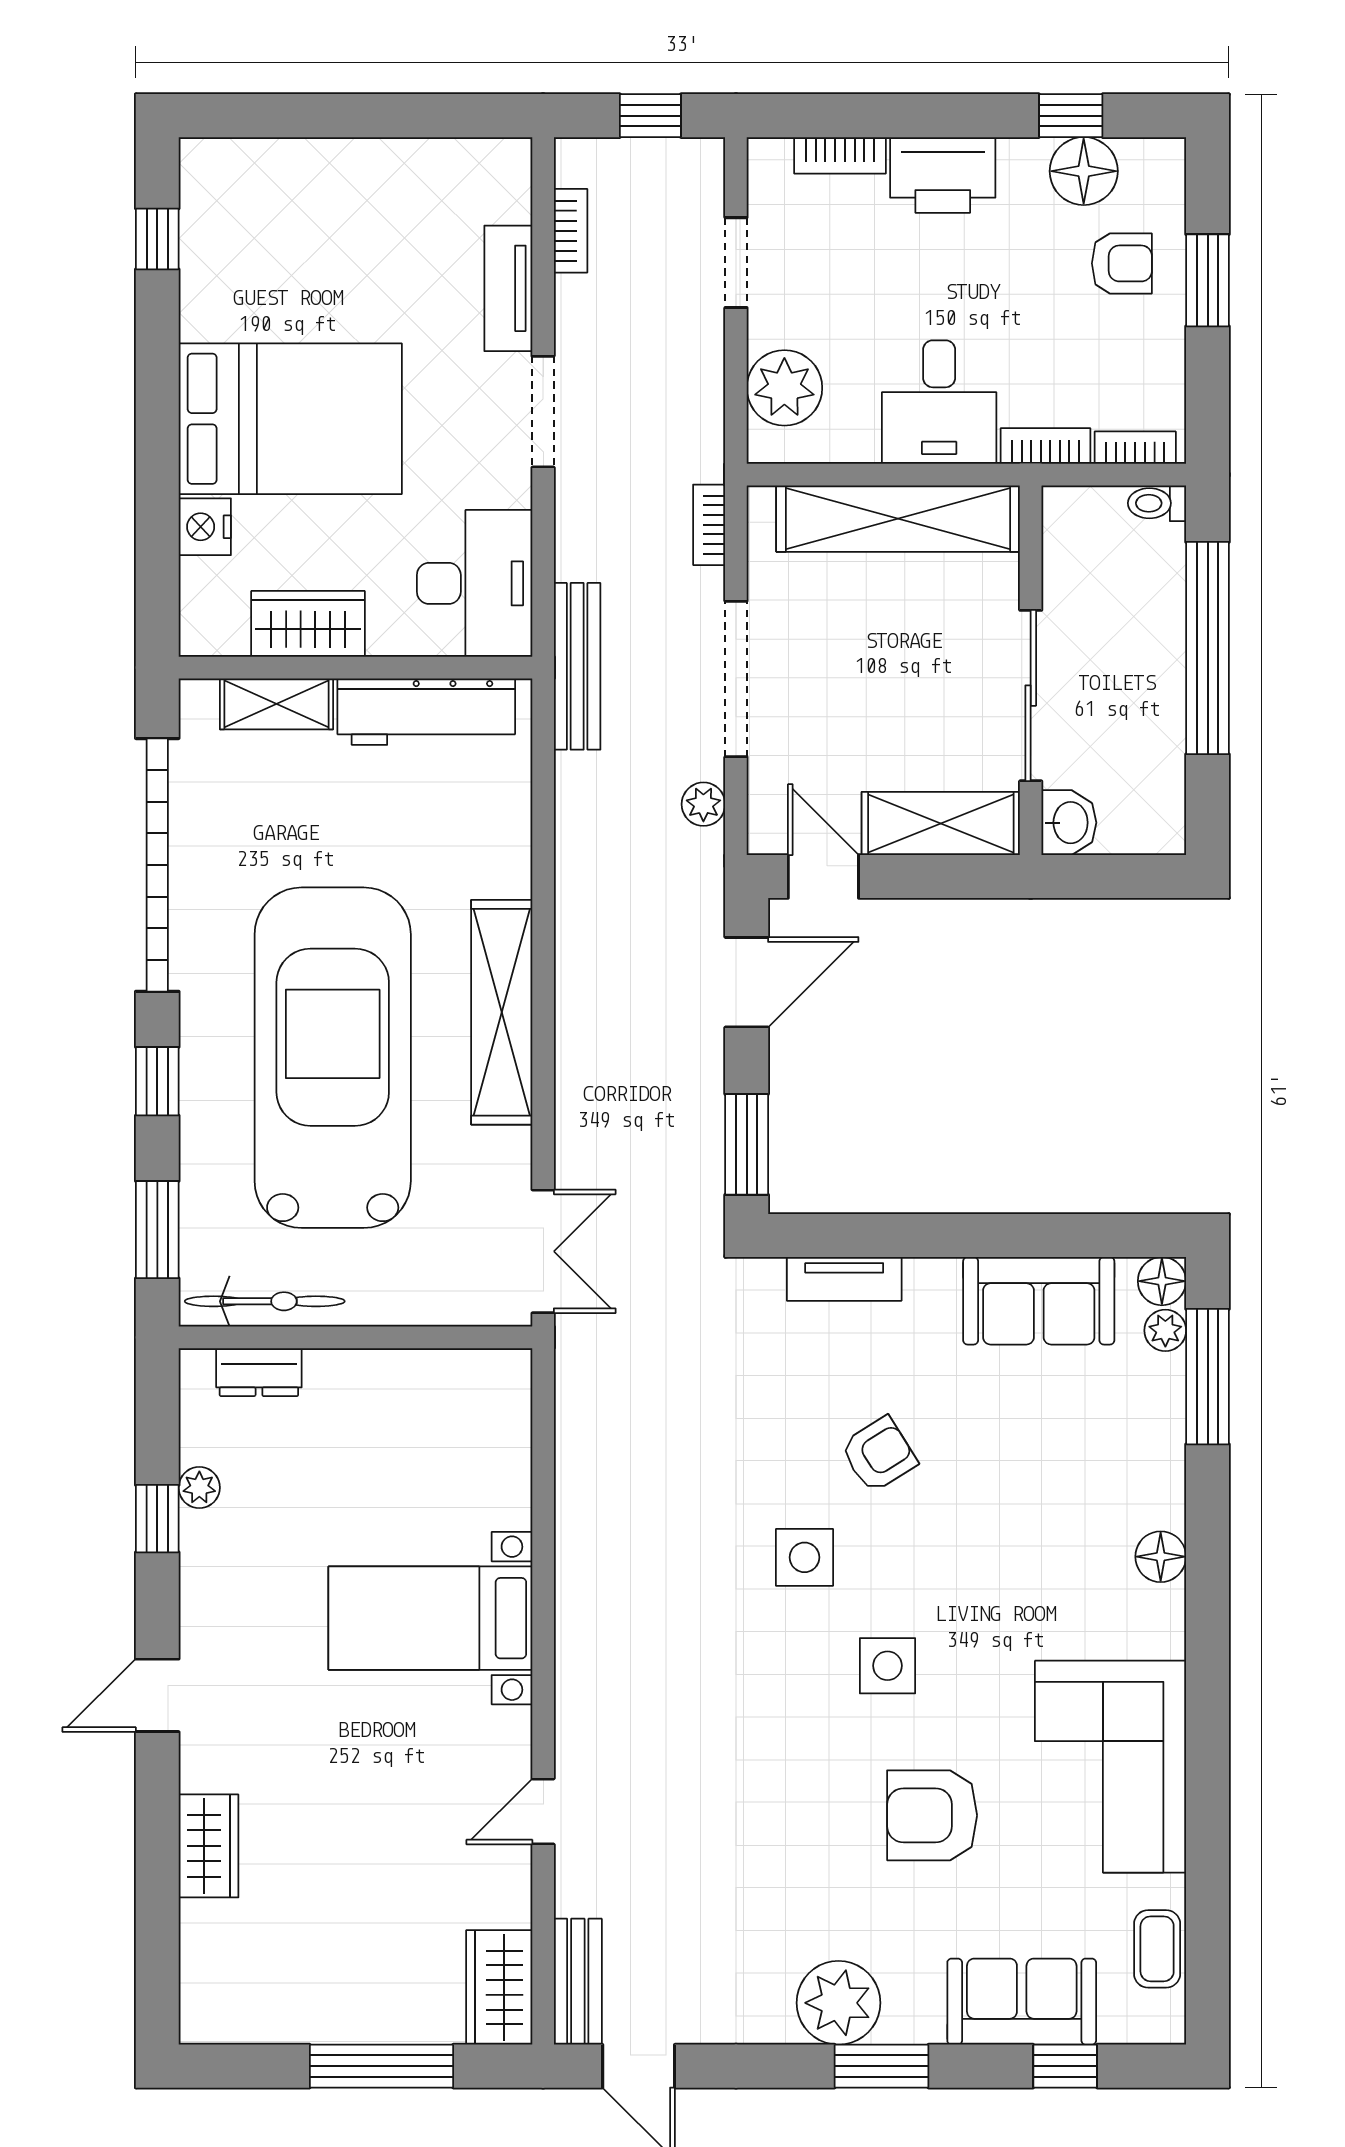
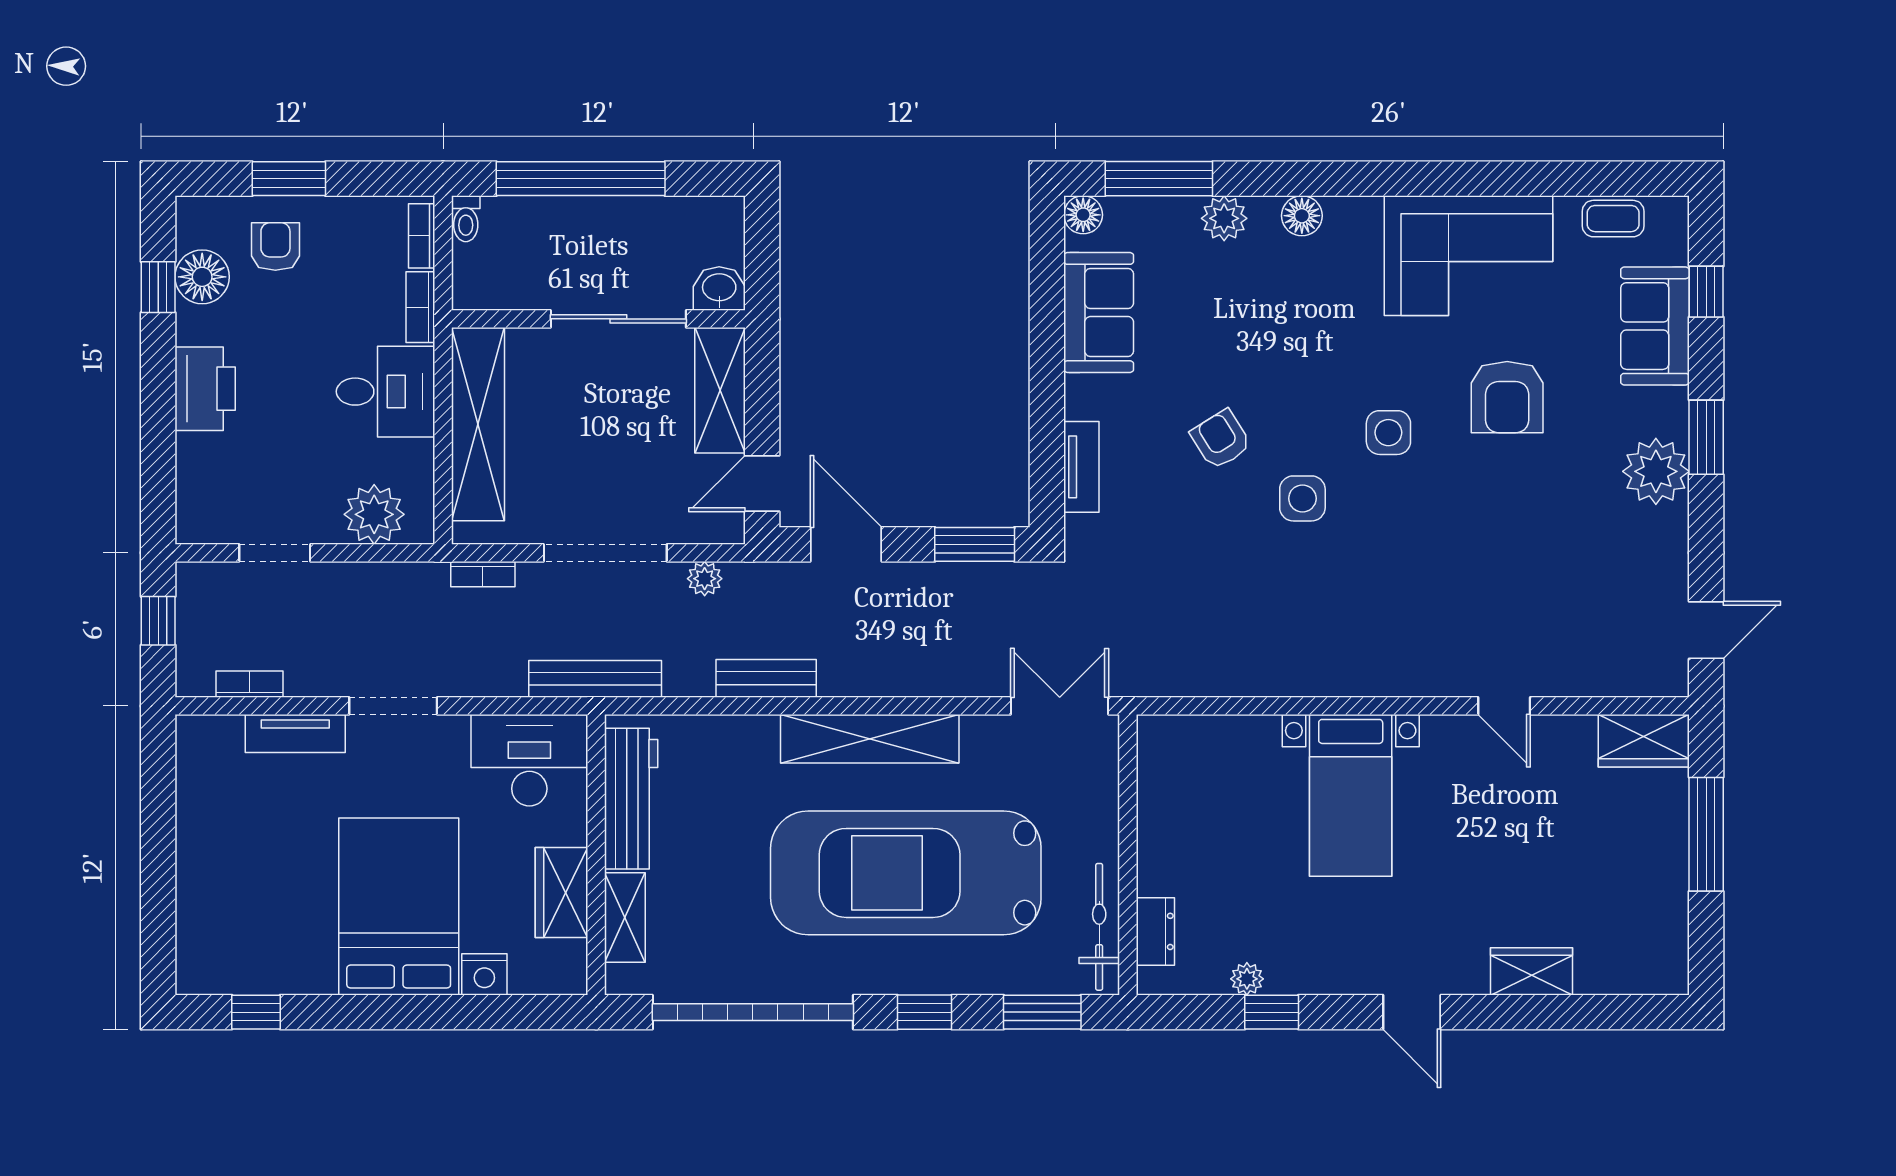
bookcase: (840, 155) -> (190, 470), removed
plant: (1165, 1330) -> (1224, 218), moved, width x1.38, depth x1.38
bench: (578, 1982) -> (766, 678), moved

